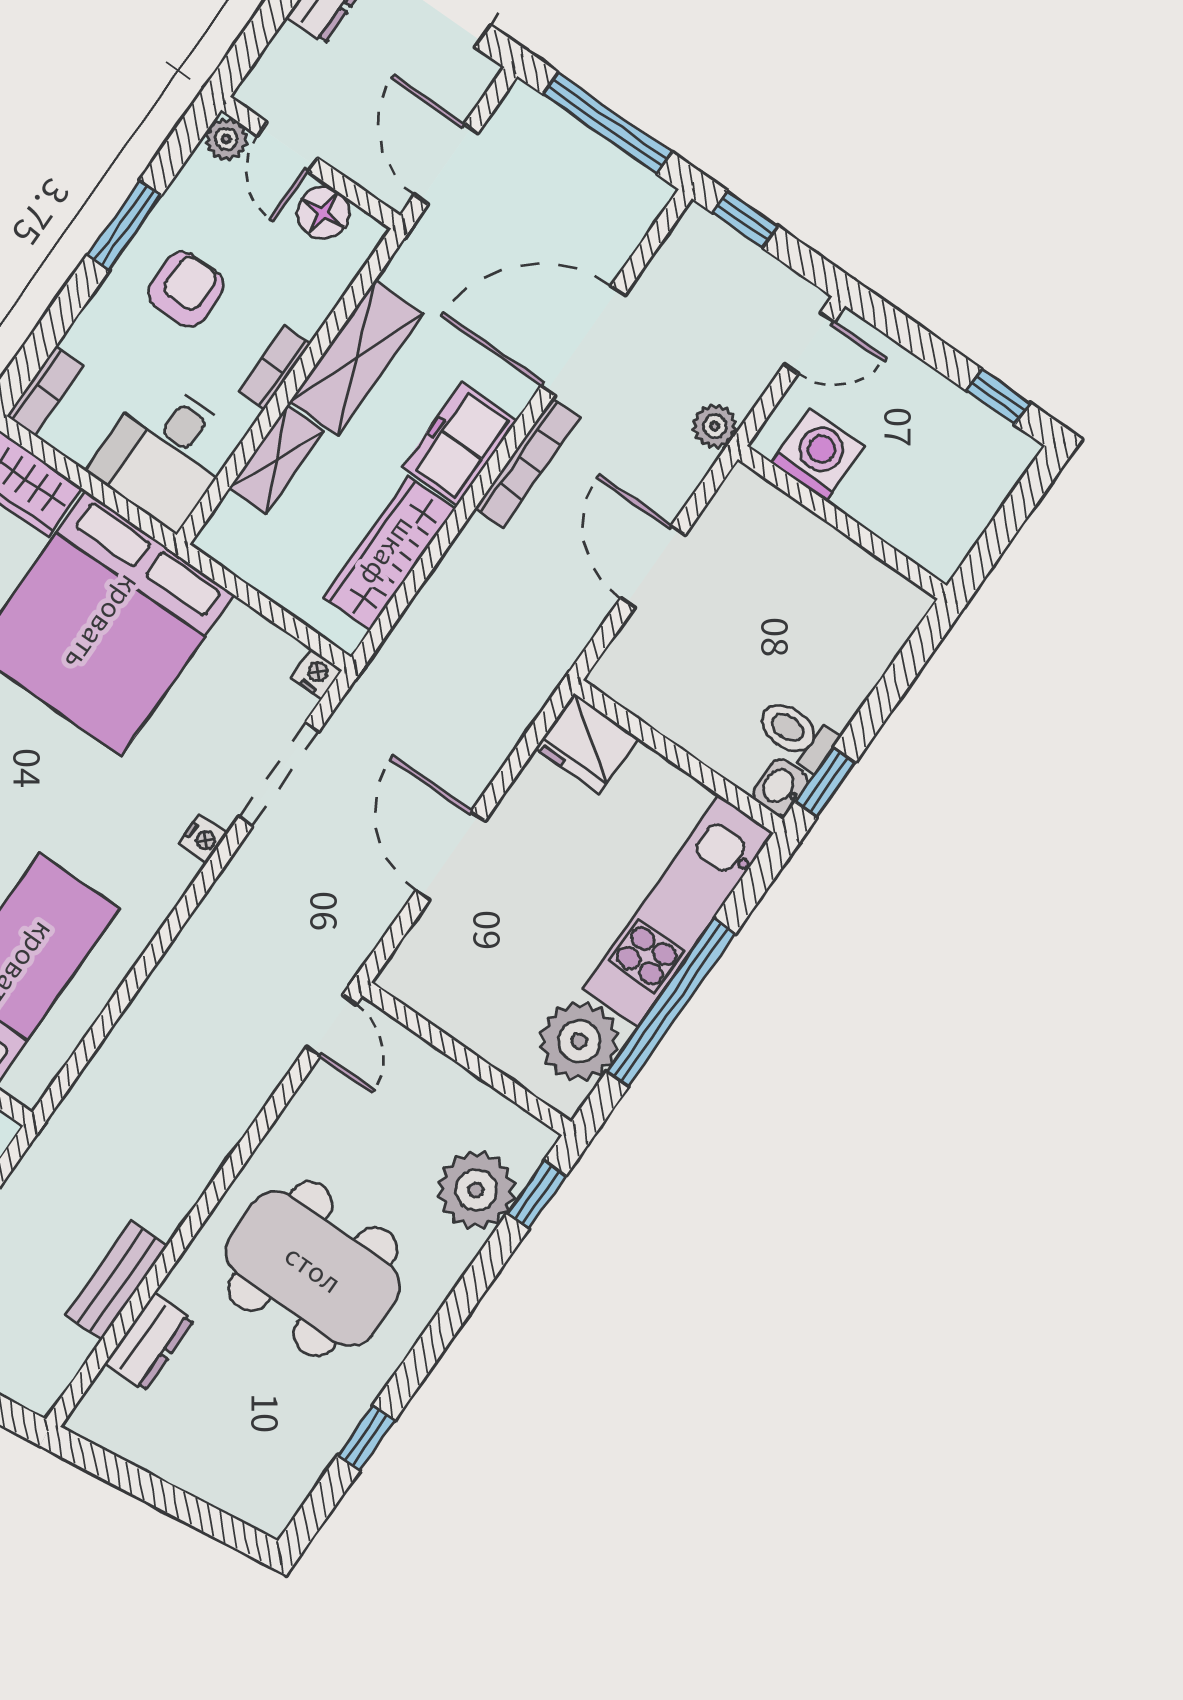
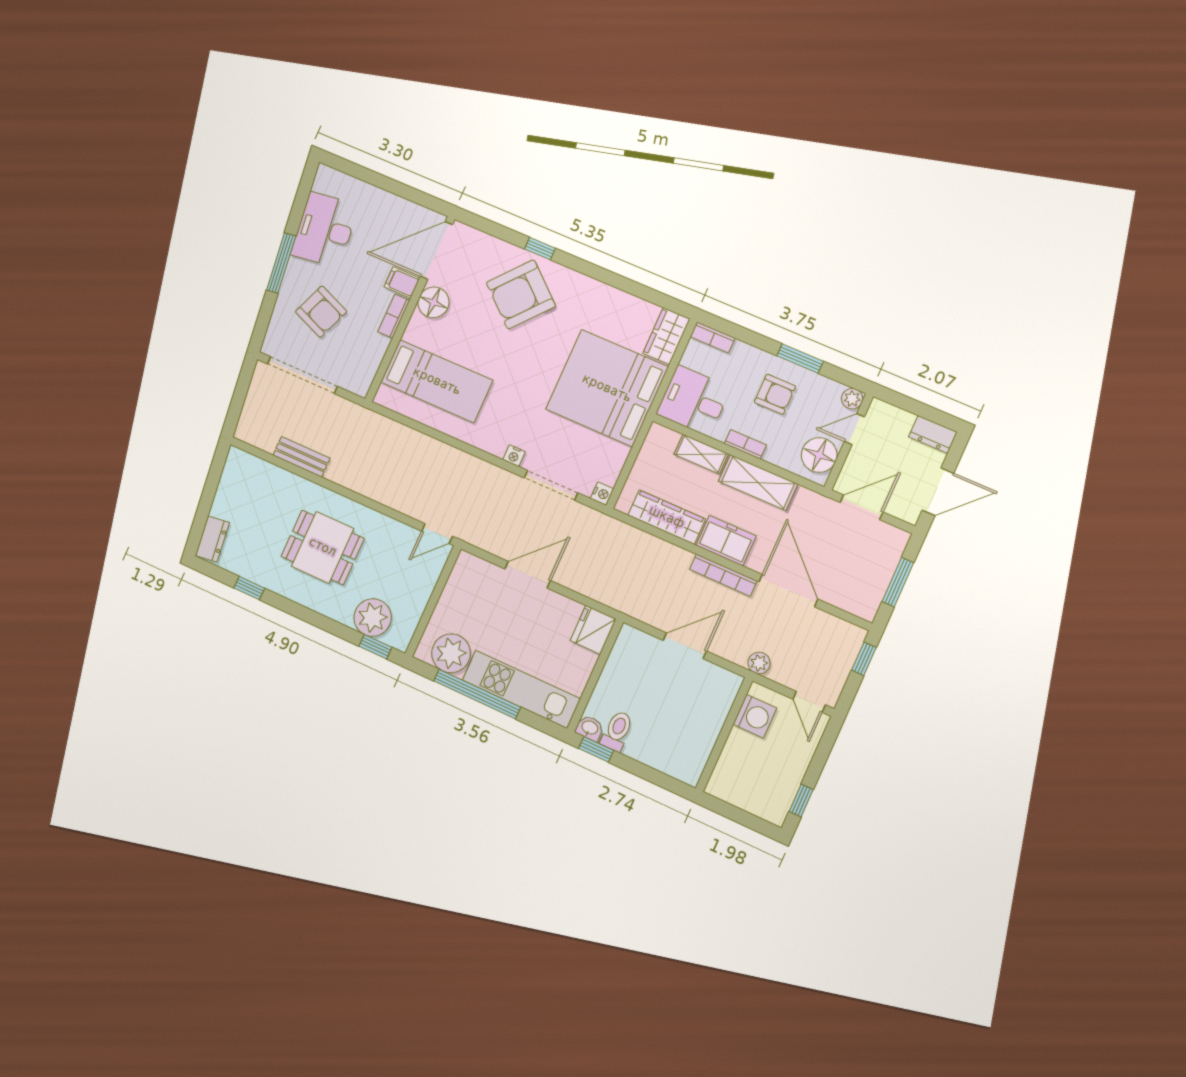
window: (607, 123) -> (898, 582), width x0.69
floor lamp: (323, 213) -> (819, 455), width x1.38, depth x1.38
dining table: (313, 1269) -> (323, 547), width x0.73
dresser: (149, 1342) -> (212, 539), moved, turned -97

